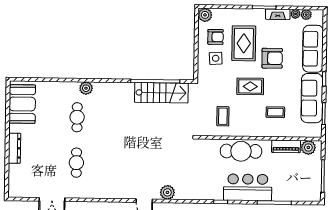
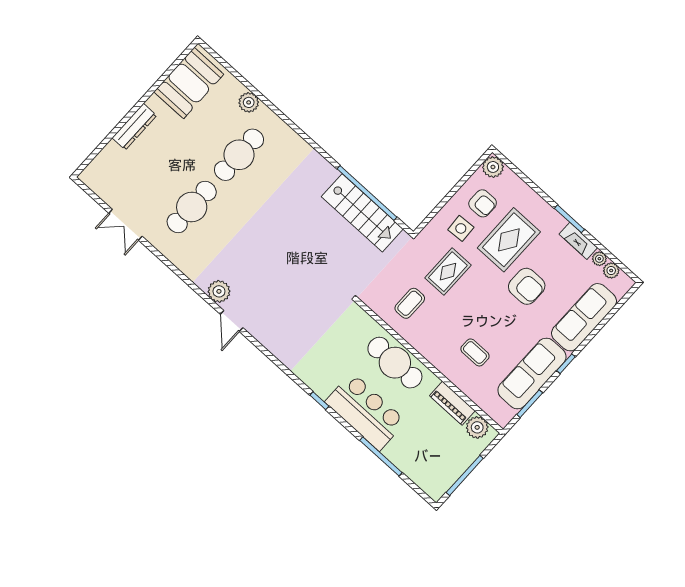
rug: (250, 86) -> (448, 272), moved, turned 90
plant: (86, 88) -> (249, 102), moved
cafe table: (77, 117) -> (239, 155), width x1.37, depth x1.35
cafe table: (76, 163) -> (192, 207), width x1.37, depth x1.35
plant: (167, 192) -> (219, 291), moved

